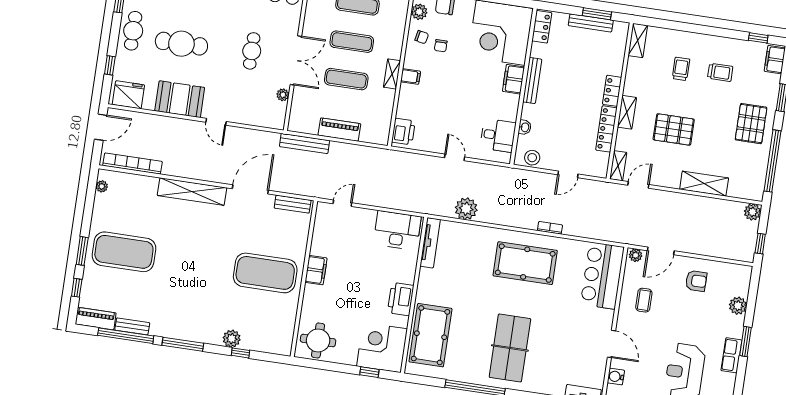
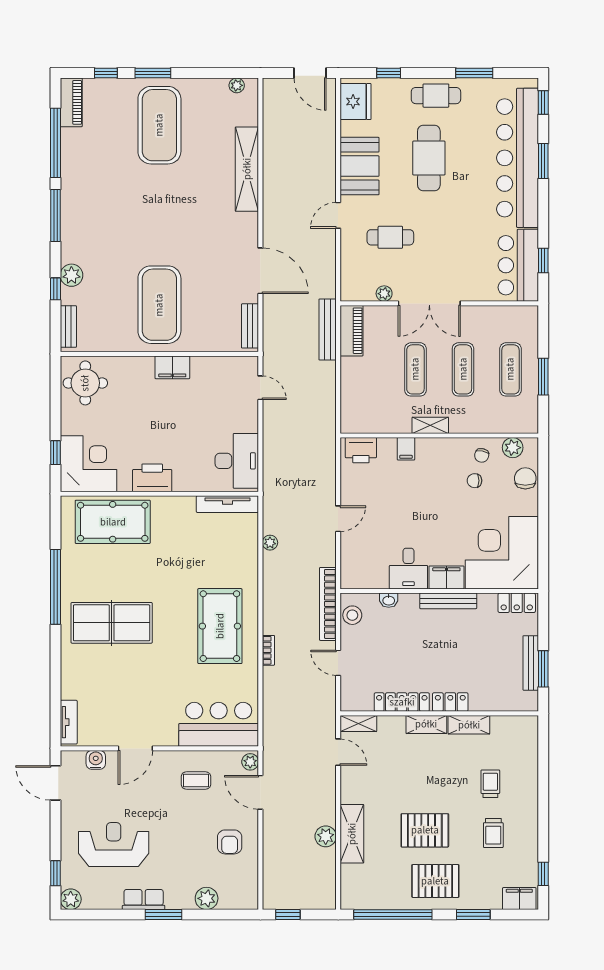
shelving: (638, 40) -> (469, 725), moved
cafe table: (252, 51) -> (390, 237), moved
trolley: (681, 69) -> (490, 784), turned -90
filing cabinet: (411, 76) -> (406, 449), moved
pallet: (674, 129) -> (425, 830), moved, turned 90
piano: (339, 130) -> (351, 331), moved
desk: (498, 135) -> (408, 569), moved
bookcase: (132, 164) -> (328, 604), moved, turned 180
shelving: (192, 192) -> (247, 169), moved
plant: (466, 209) -> (270, 543), width x0.53, depth x0.53
plant: (752, 212) -> (326, 836), moved
bench: (132, 326) -> (68, 326), moved

